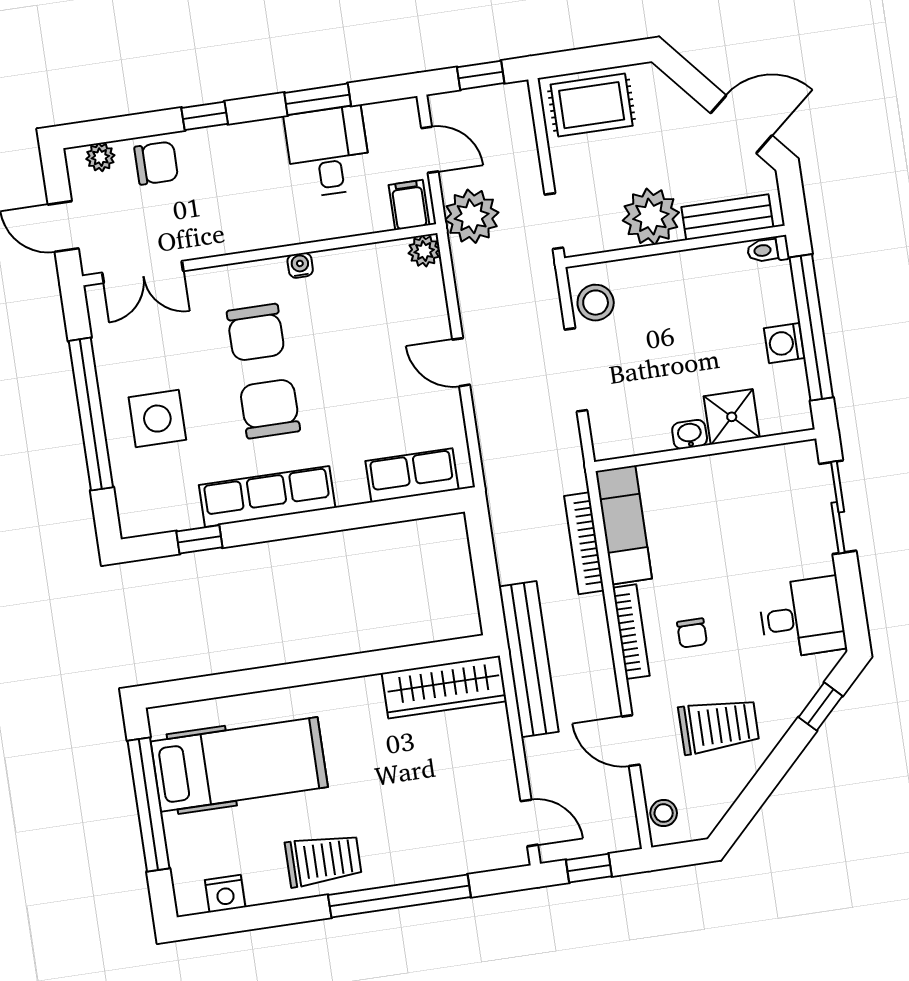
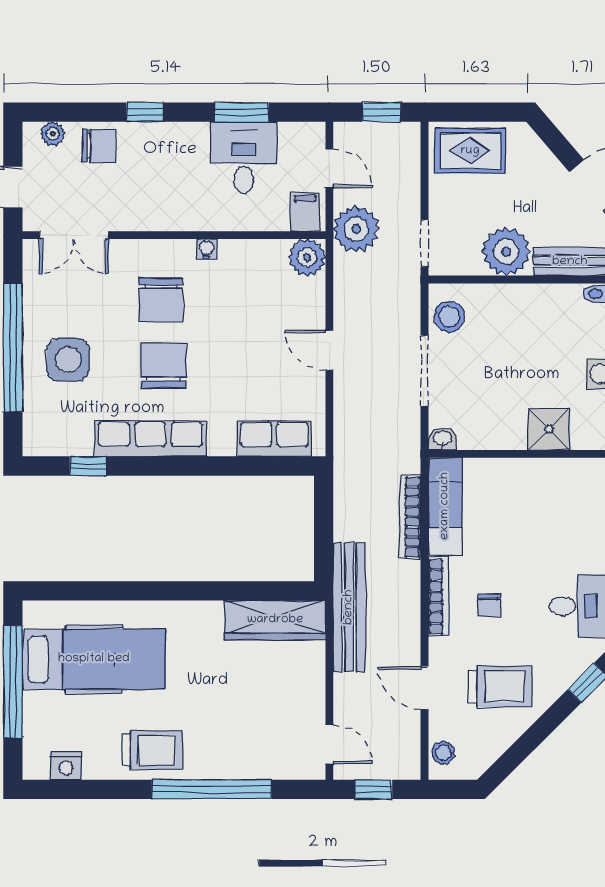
plant: (424, 251) -> (307, 257), width x1.38, depth x1.38
washbasin: (690, 434) -> (442, 439), moved

